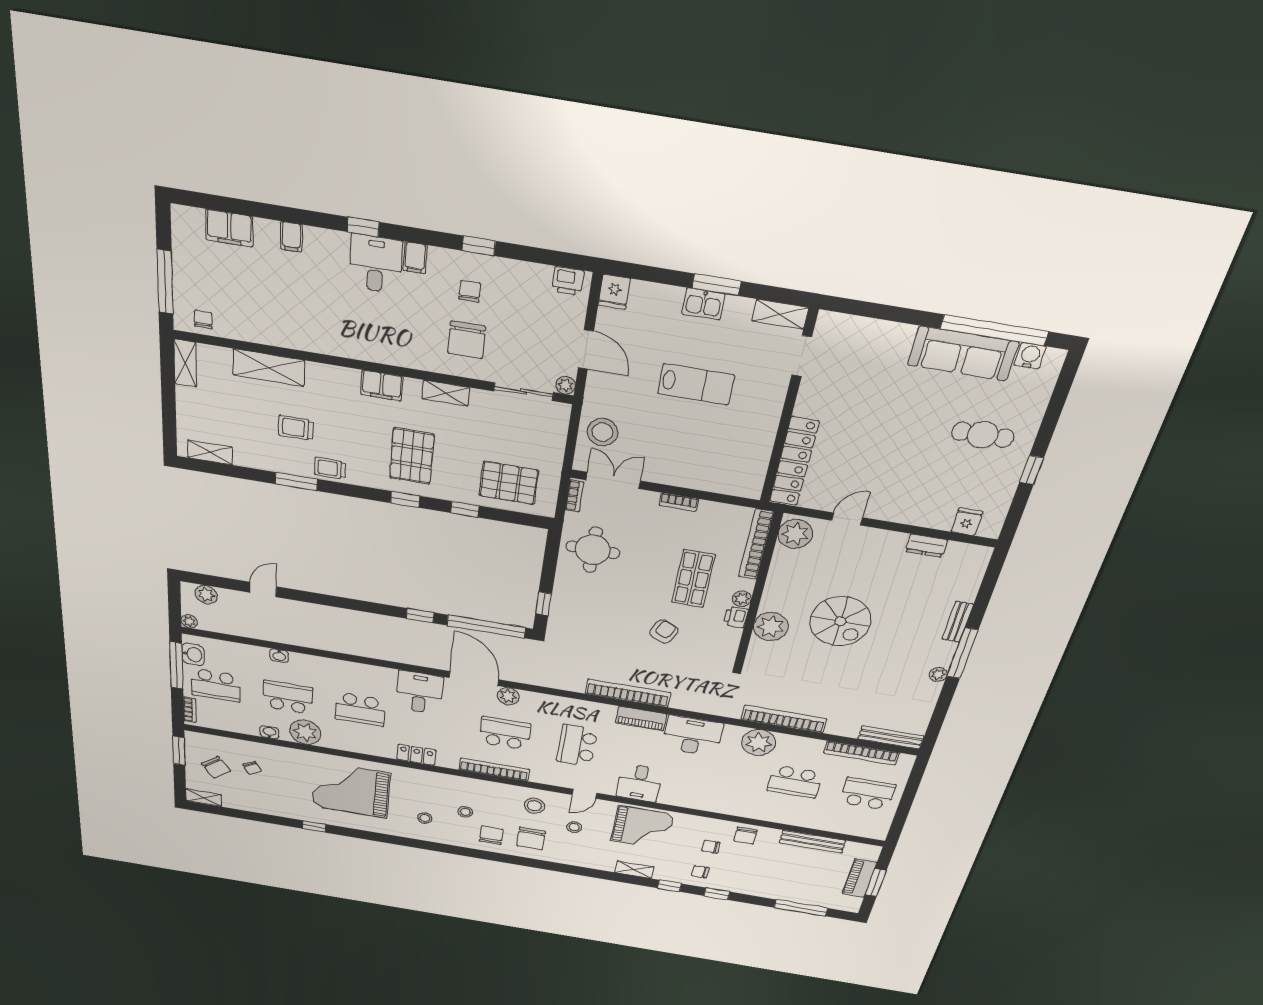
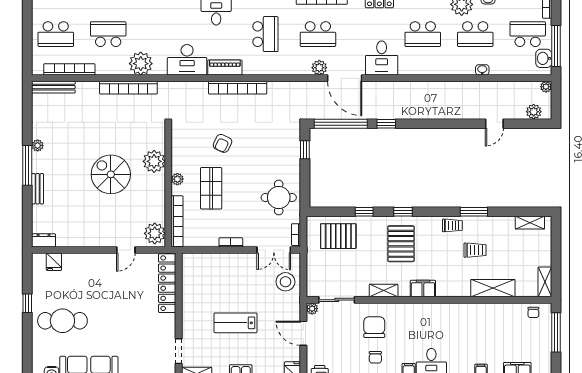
cafe table: (983, 435) -> (62, 321), width x1.37, depth x1.35
dresser: (926, 546) -> (44, 240), moved
printer: (736, 617) -> (178, 164), removed
school desk: (360, 709) -> (423, 34), turned 180

